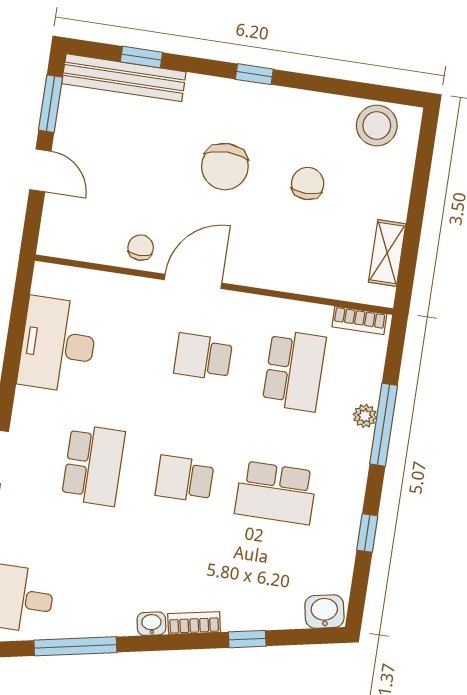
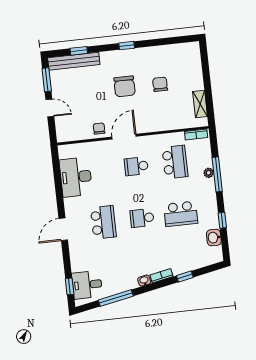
stool: (377, 126) -> (182, 53), removed
washbasin: (324, 612) -> (214, 238), moved, turned -79

